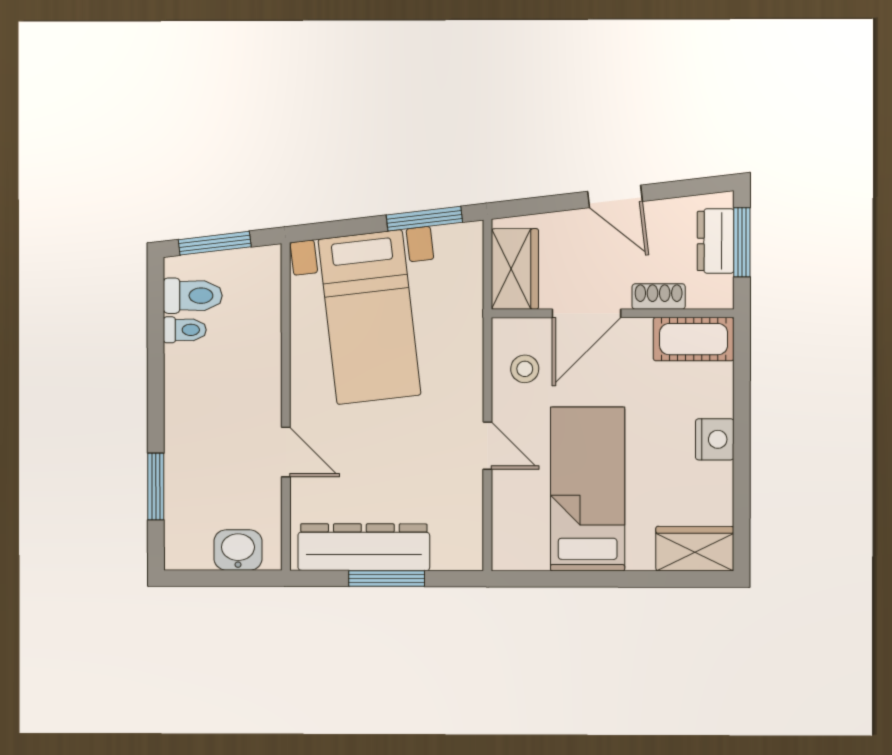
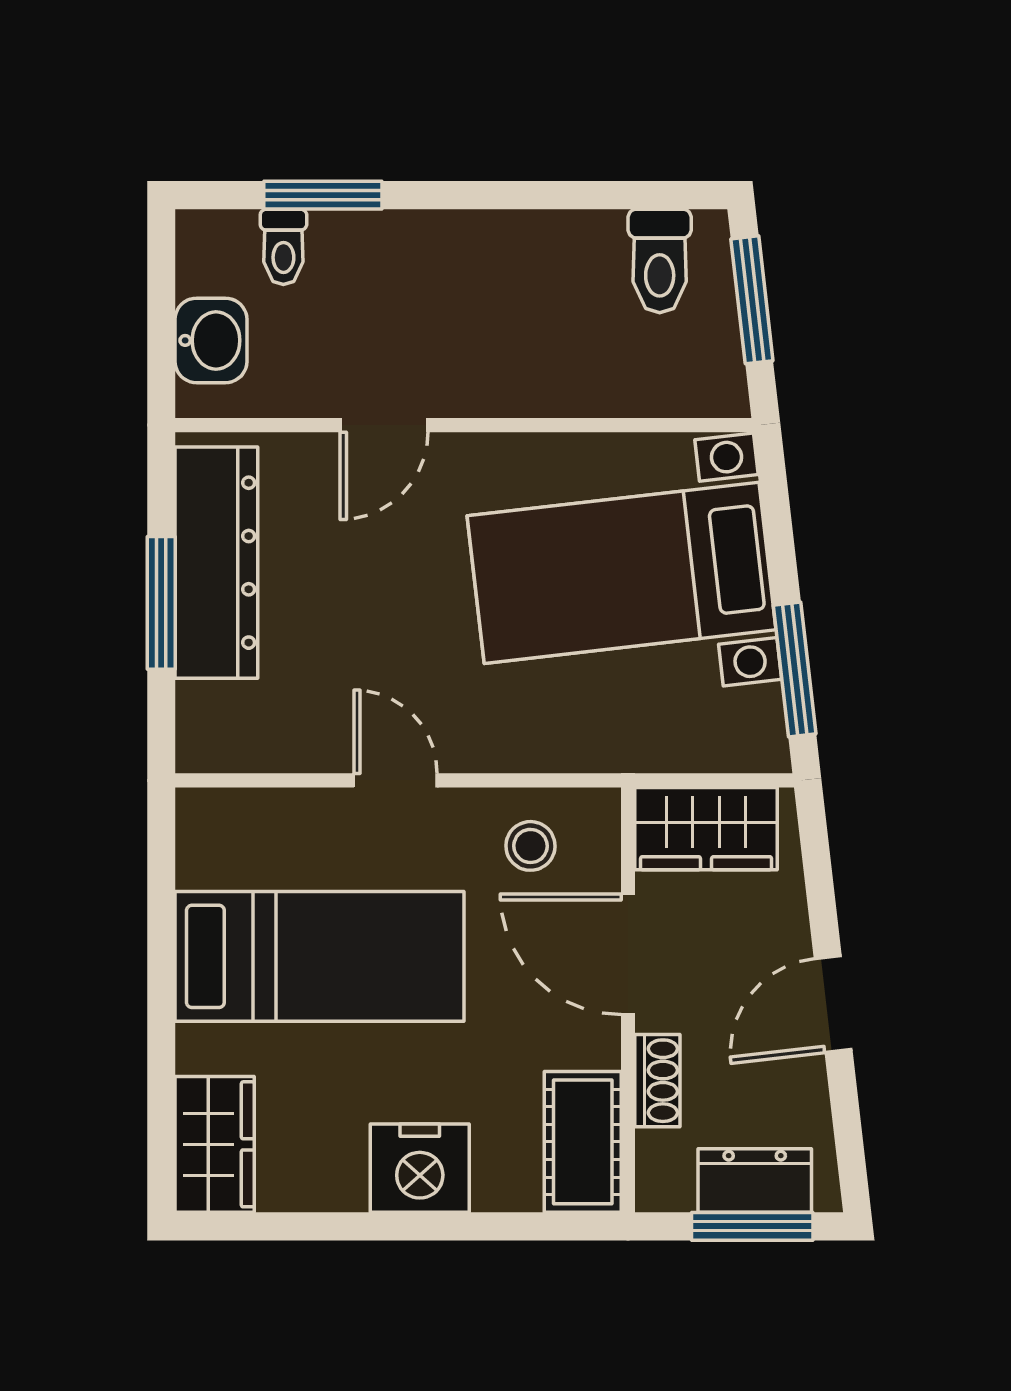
toilet: (185, 330) -> (283, 247), moved
nightstand: (715, 439) -> (420, 1168), width x1.36, depth x1.33
door: (487, 446) -> (396, 780), swing flipped

